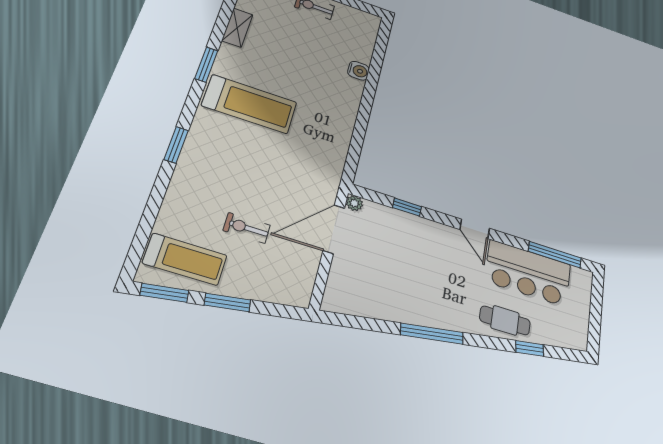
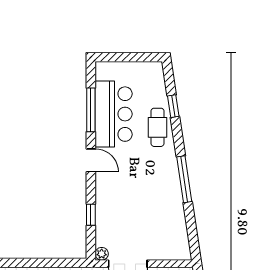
door: (475, 229) -> (91, 160), hinge flipped
window: (555, 255) -> (91, 110), moved

